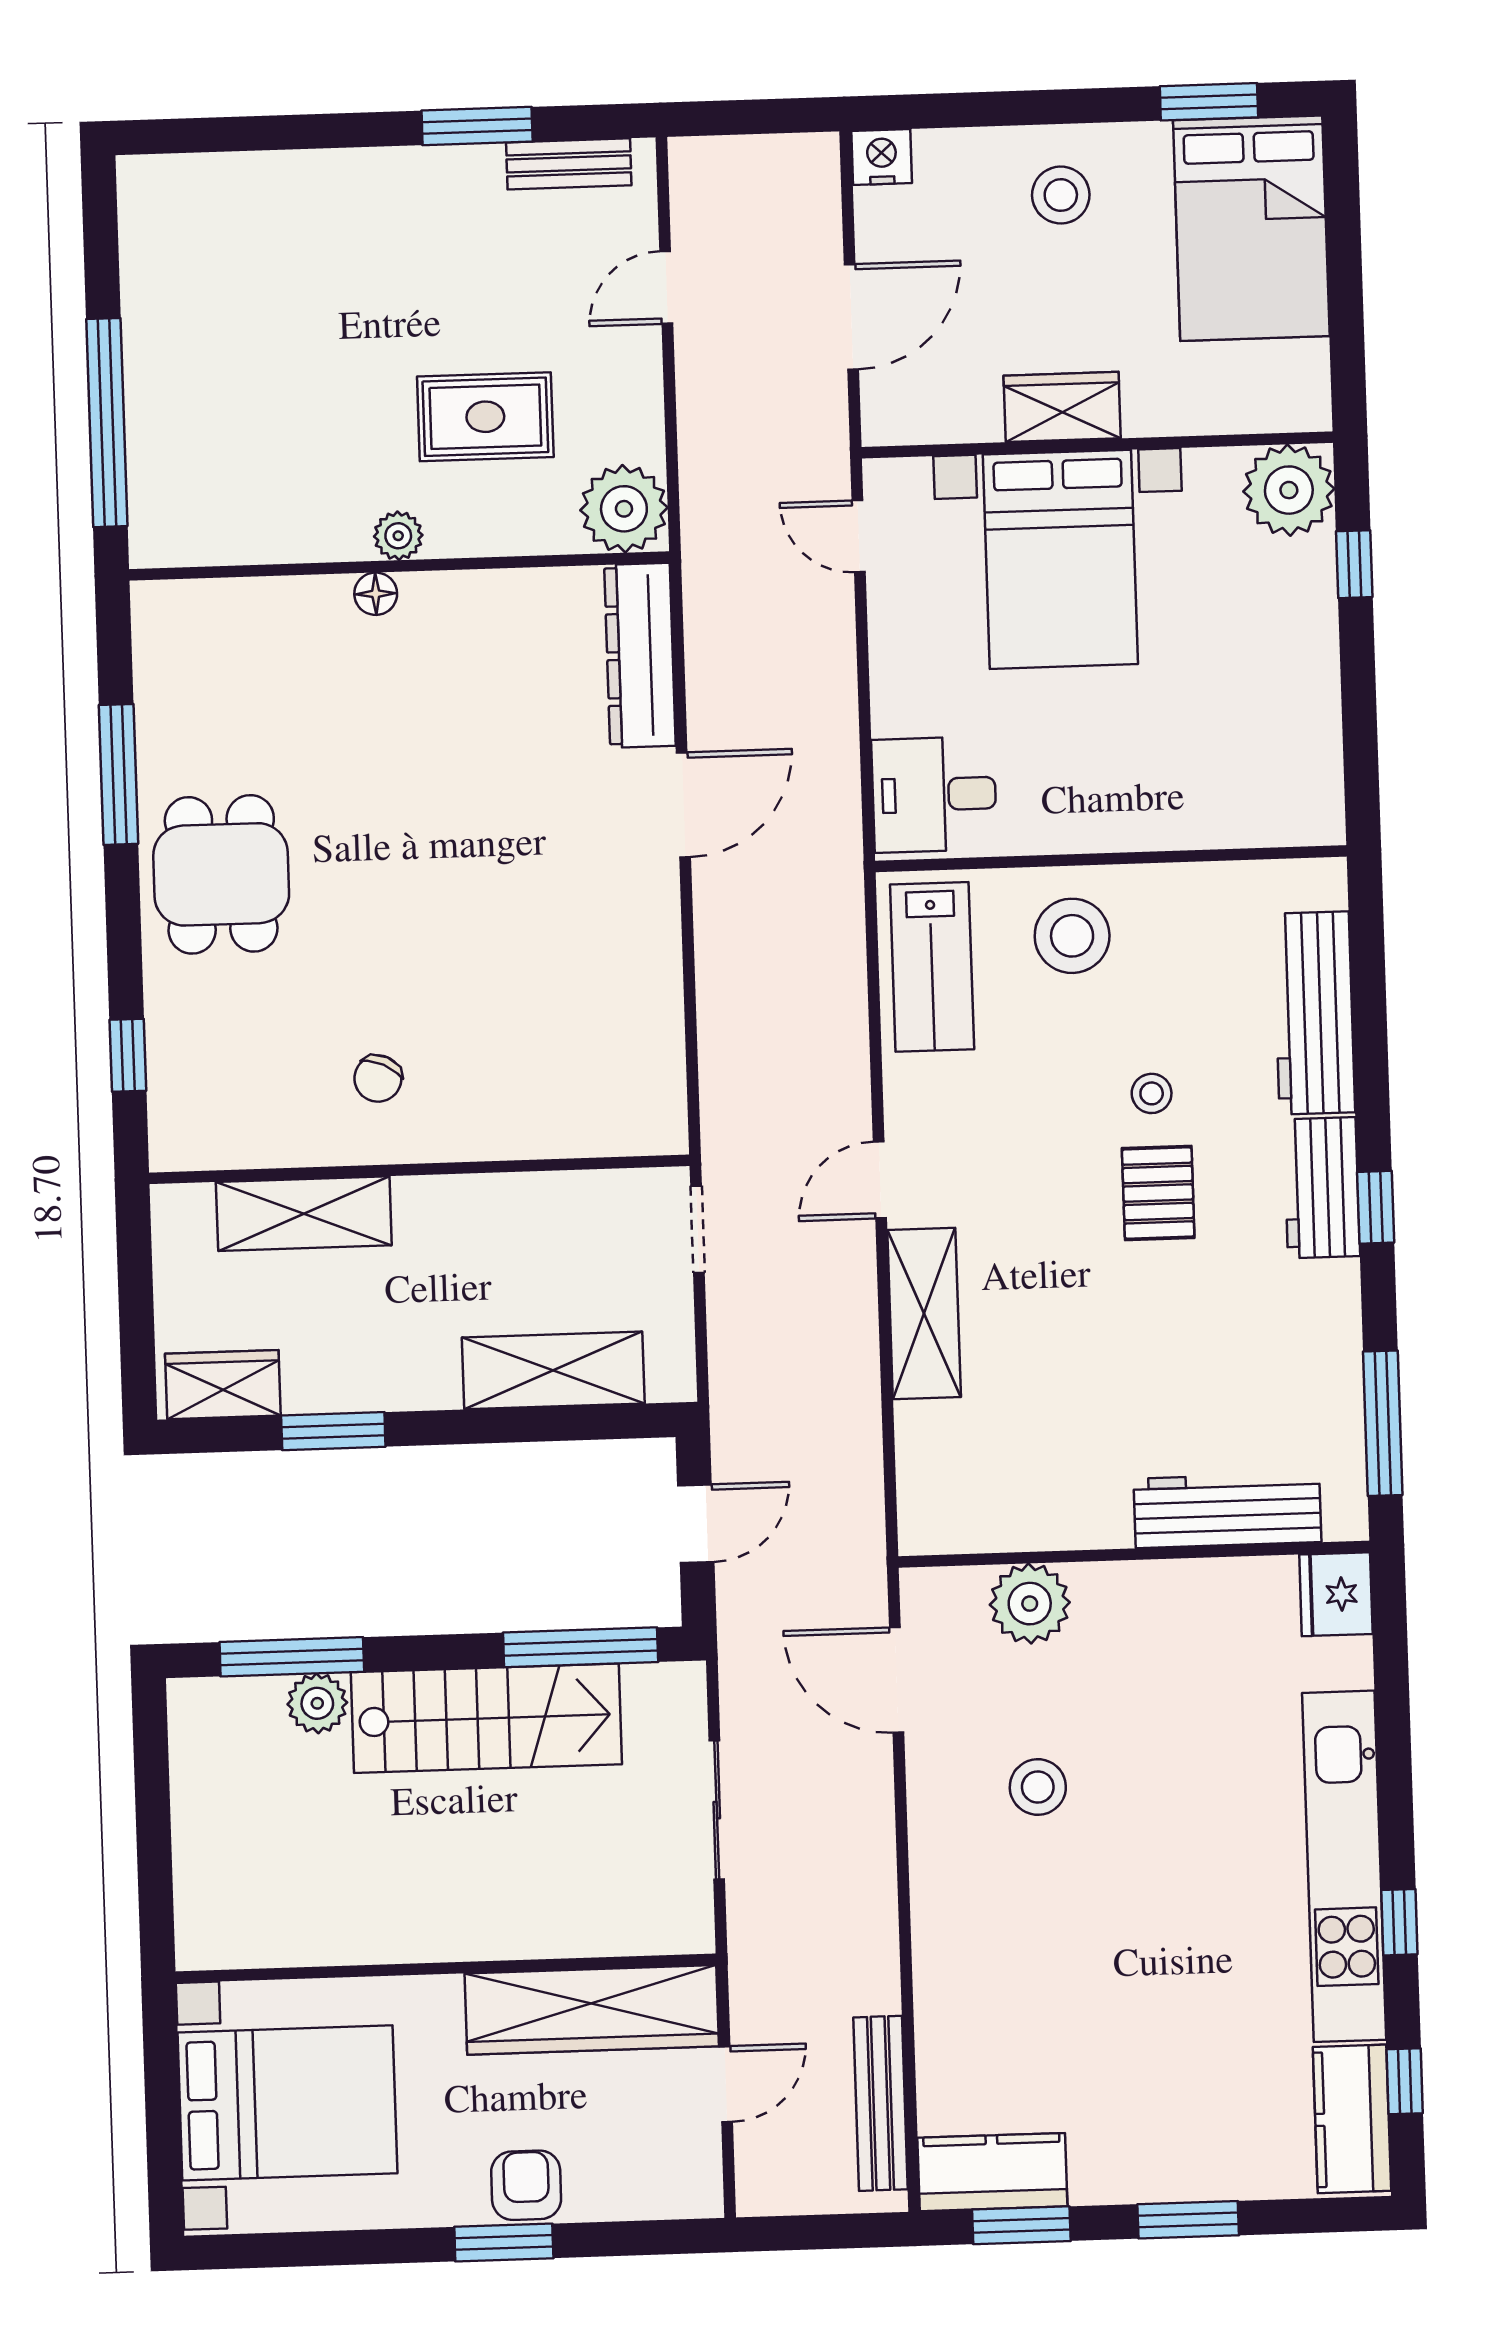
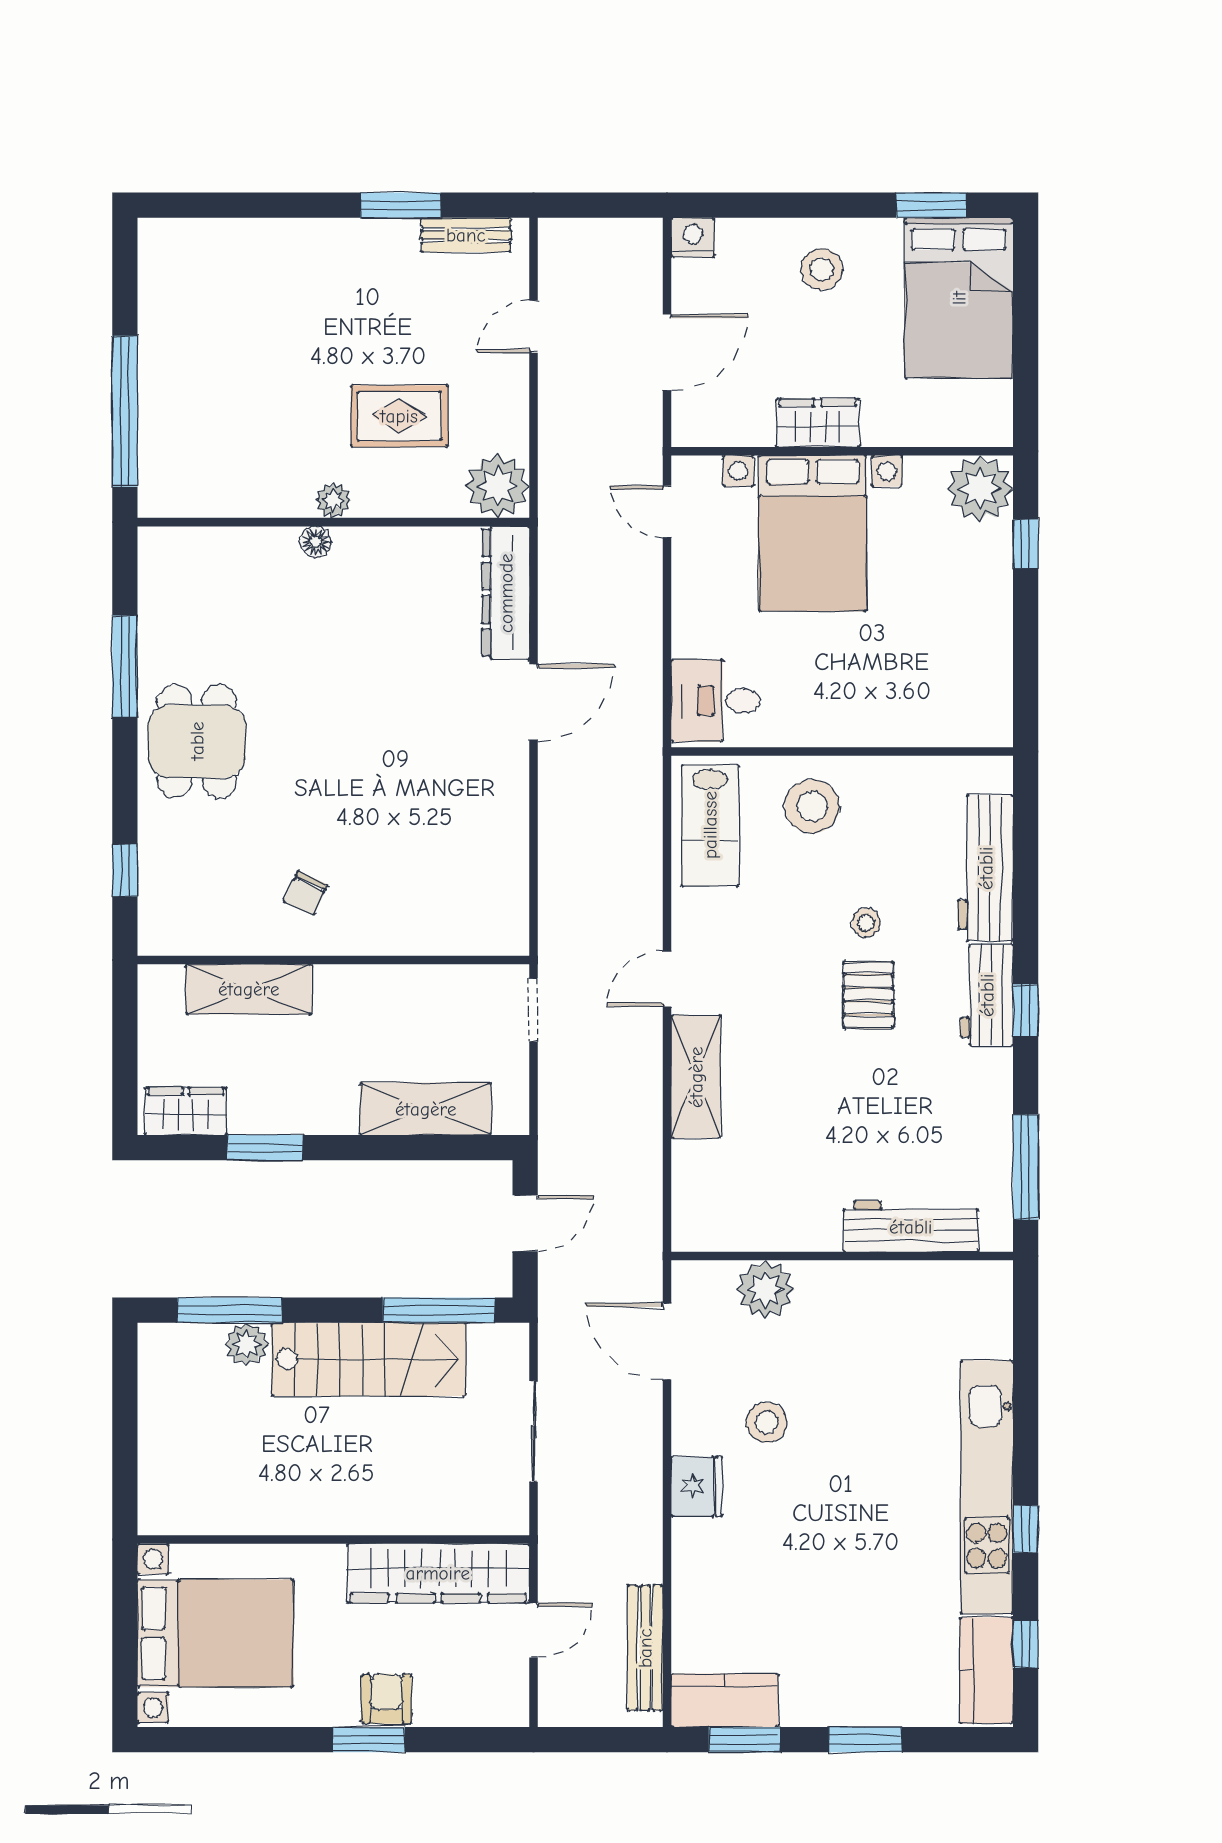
fridge: (1336, 1594) -> (697, 1486), moved, turned 180

